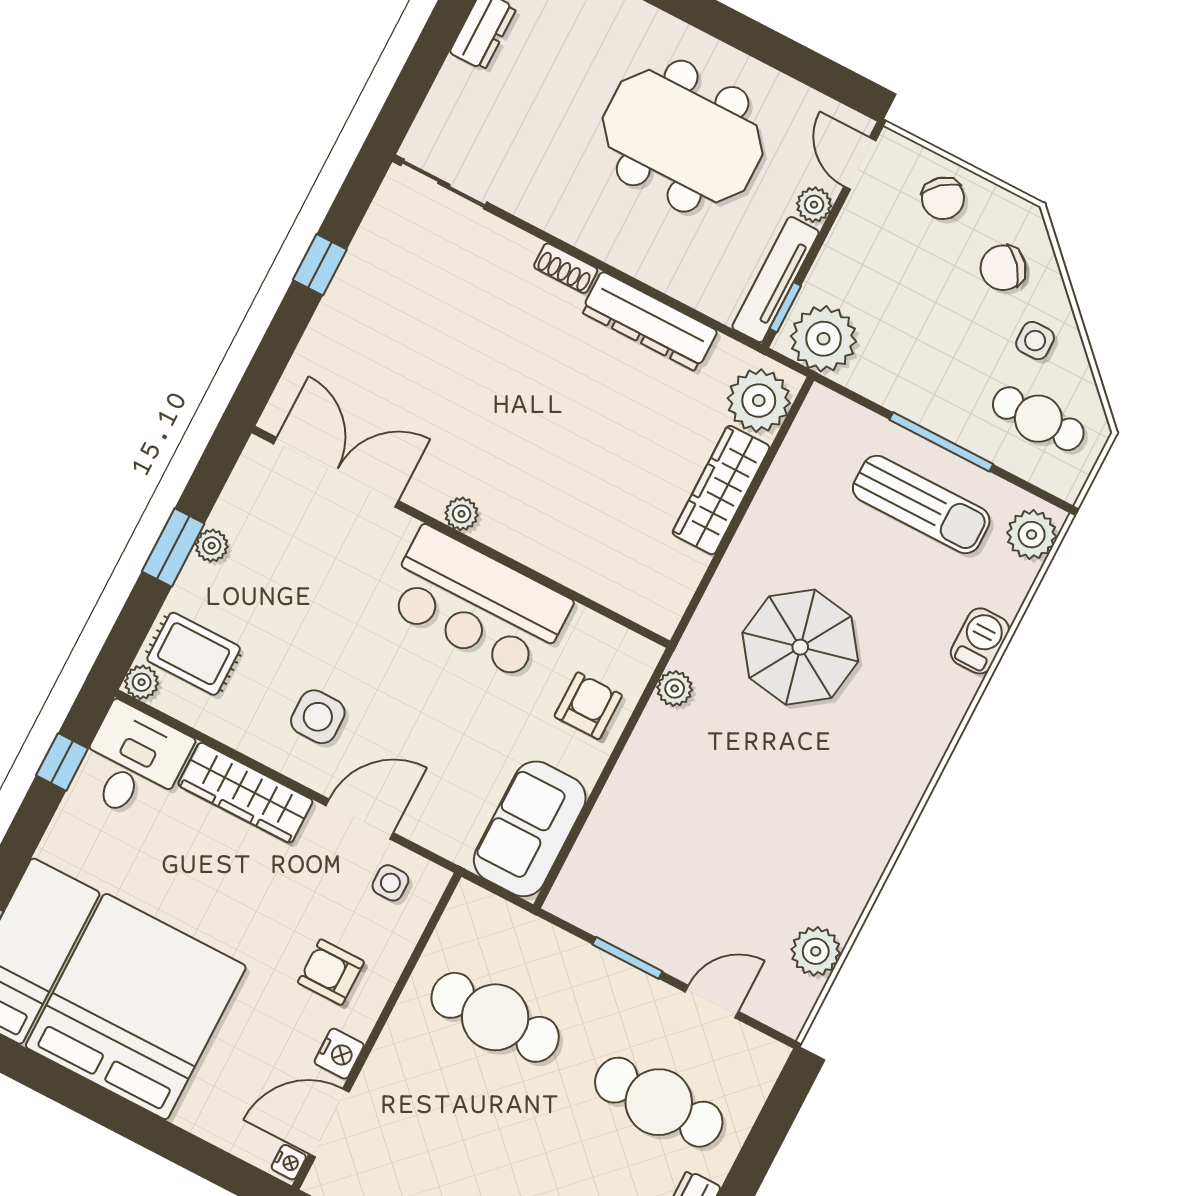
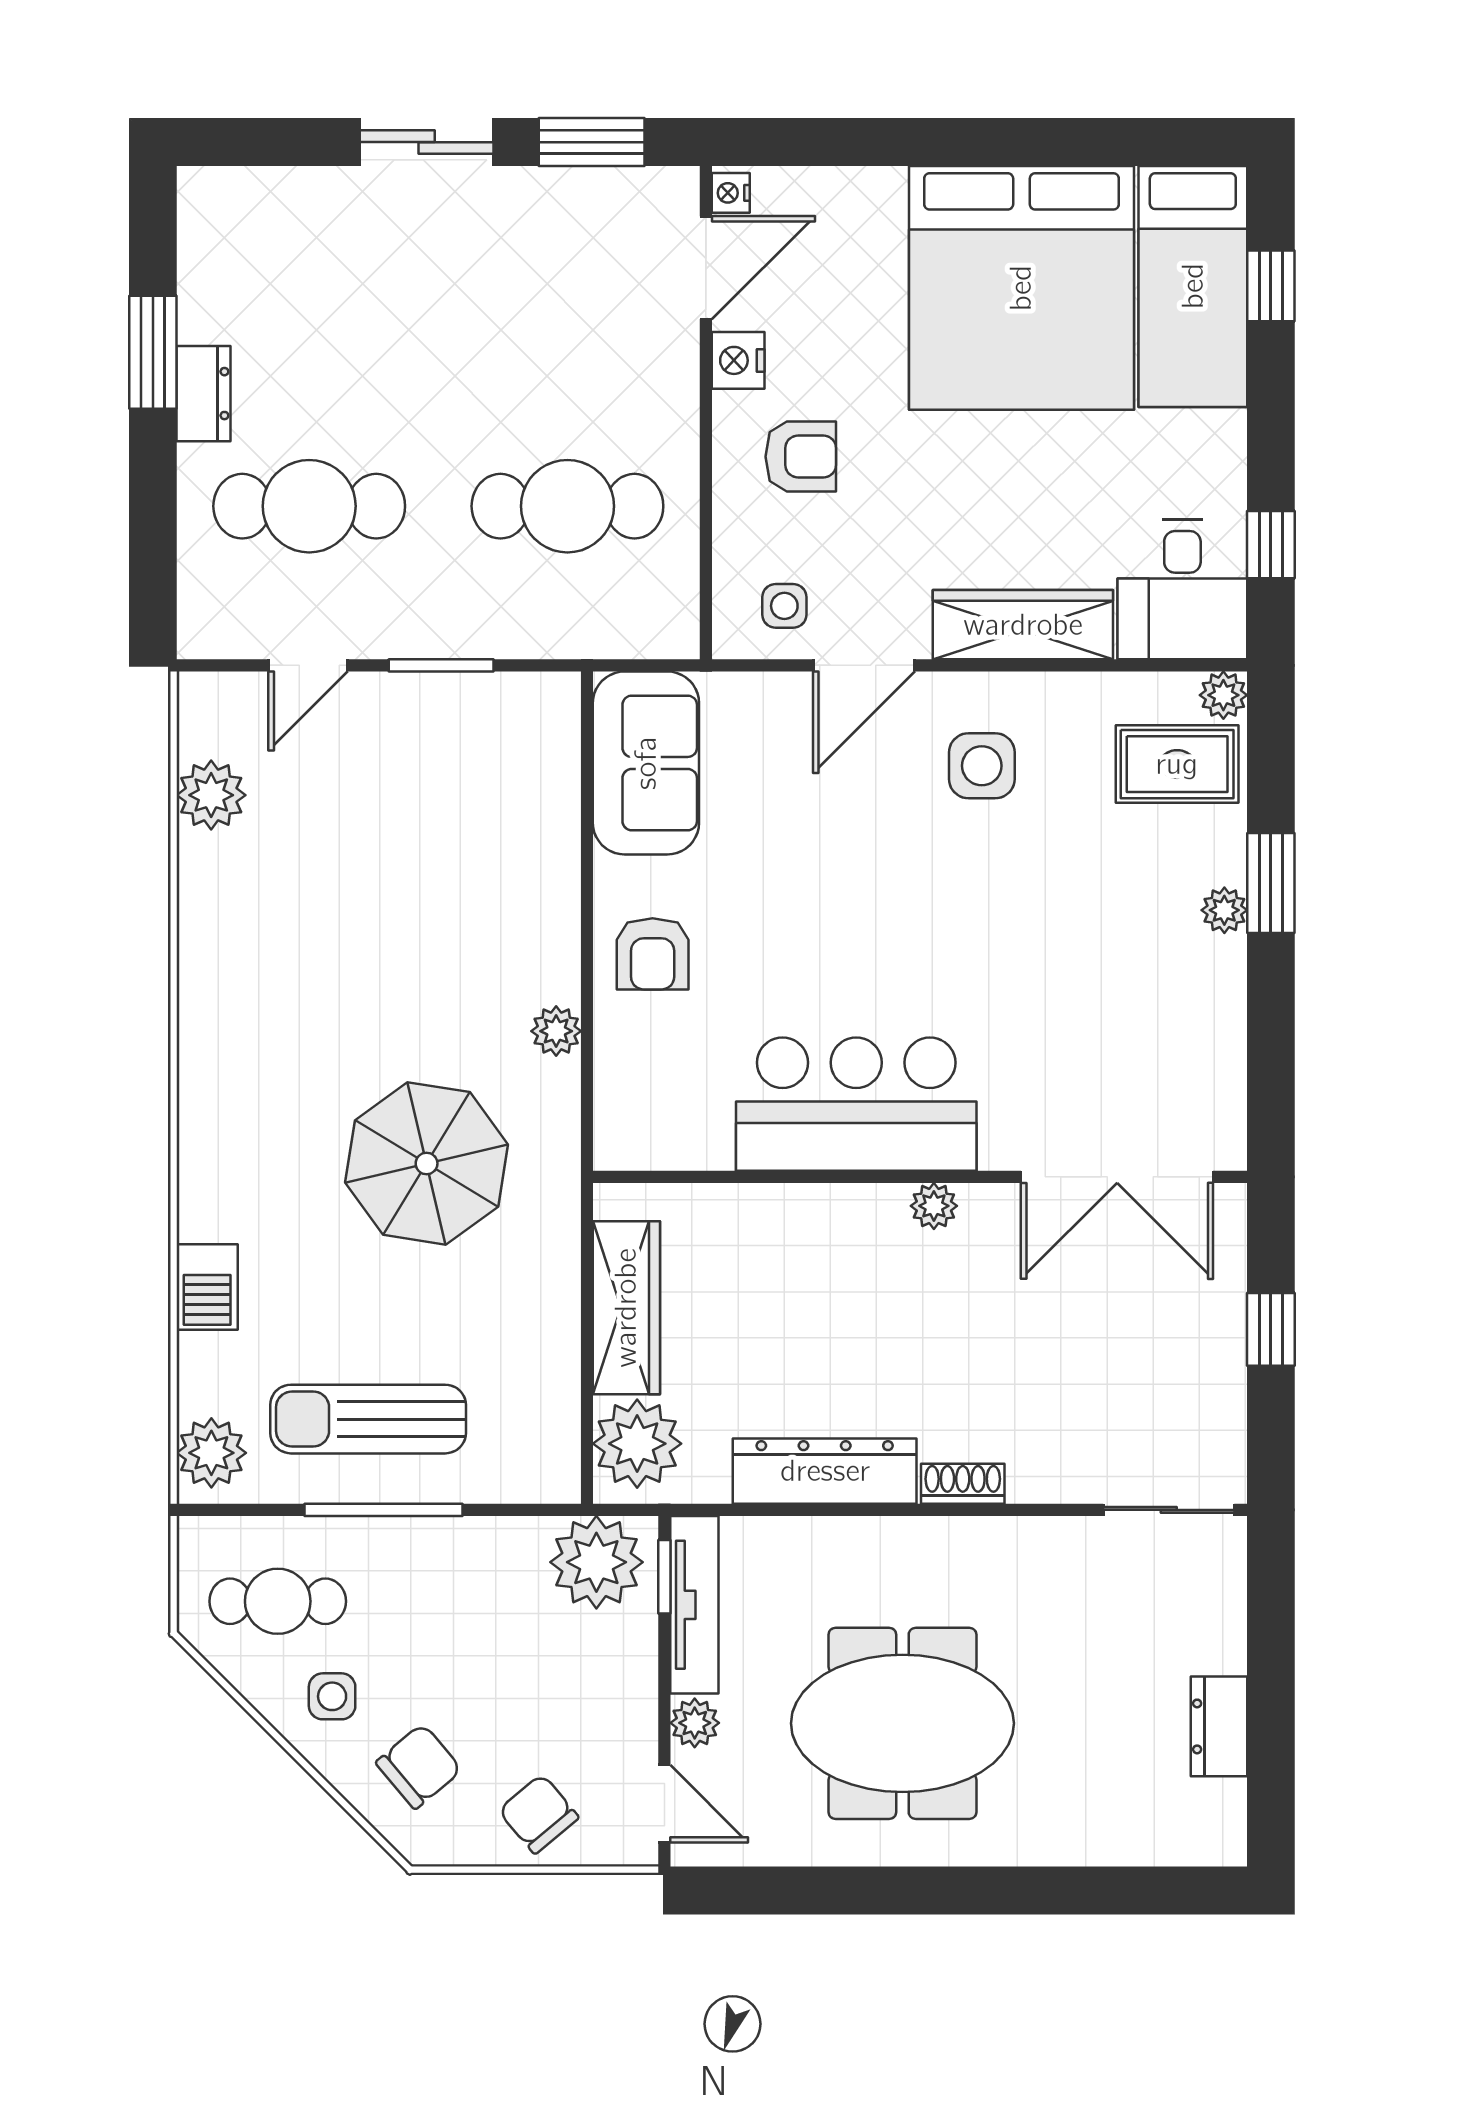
double door: (336, 472) -> (1117, 1177), moved
plant: (462, 514) -> (934, 1206), moved
wall: (461, 537) -> (920, 1177), moved
bar counter: (477, 604) -> (856, 1104), moved

